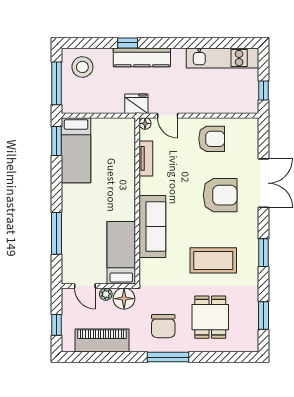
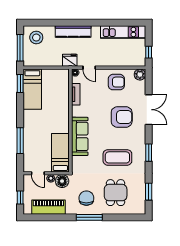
window: (128, 43) -> (64, 23), removed
plant: (250, 127) -> (140, 75), added
chair: (163, 326) -> (86, 198), turned 180

